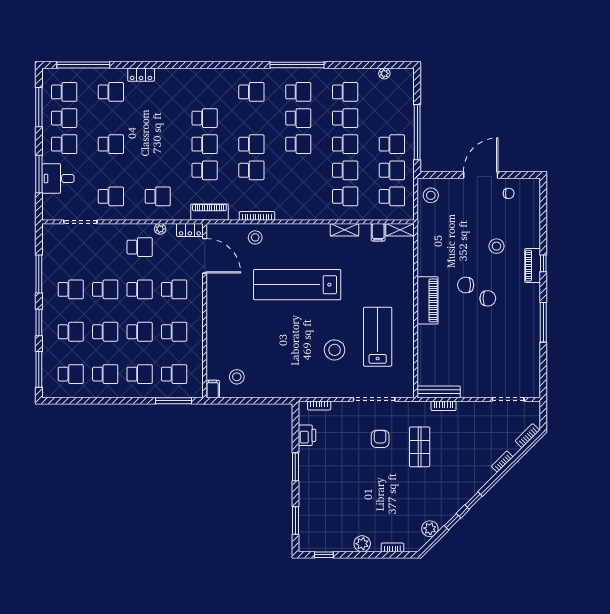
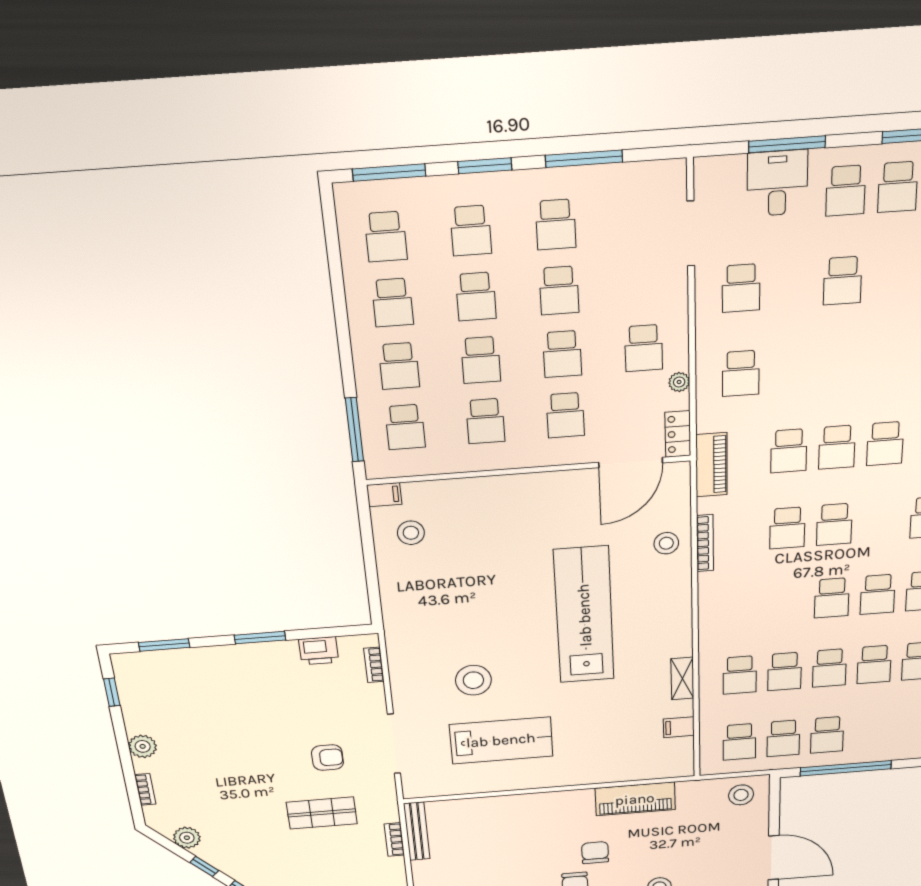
shelving: (400, 230) -> (684, 758), removed
piano: (428, 300) -> (635, 799), moved

